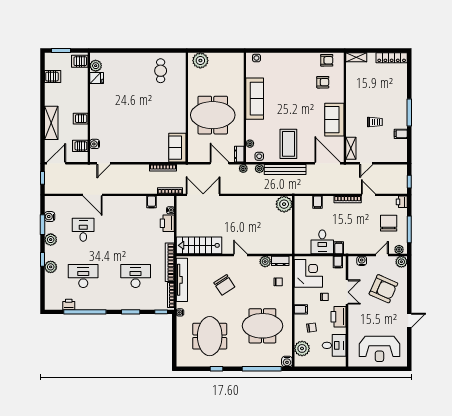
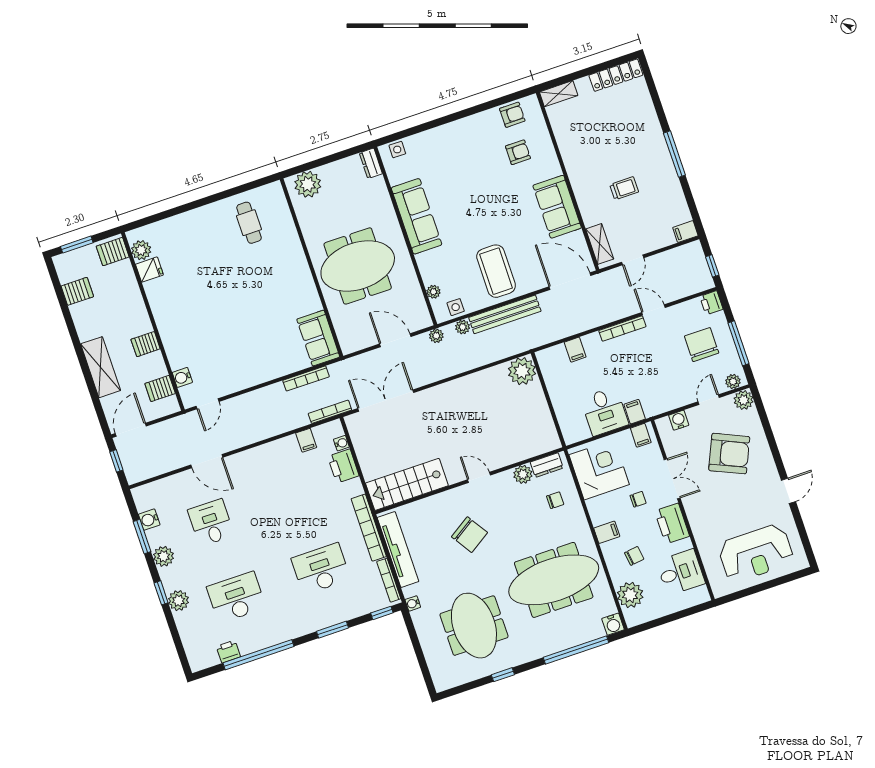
filing cabinet: (401, 134) -> (685, 232), moved
dresser: (239, 154) -> (371, 163), moved
meeting table: (262, 326) -> (554, 580), width x1.36

